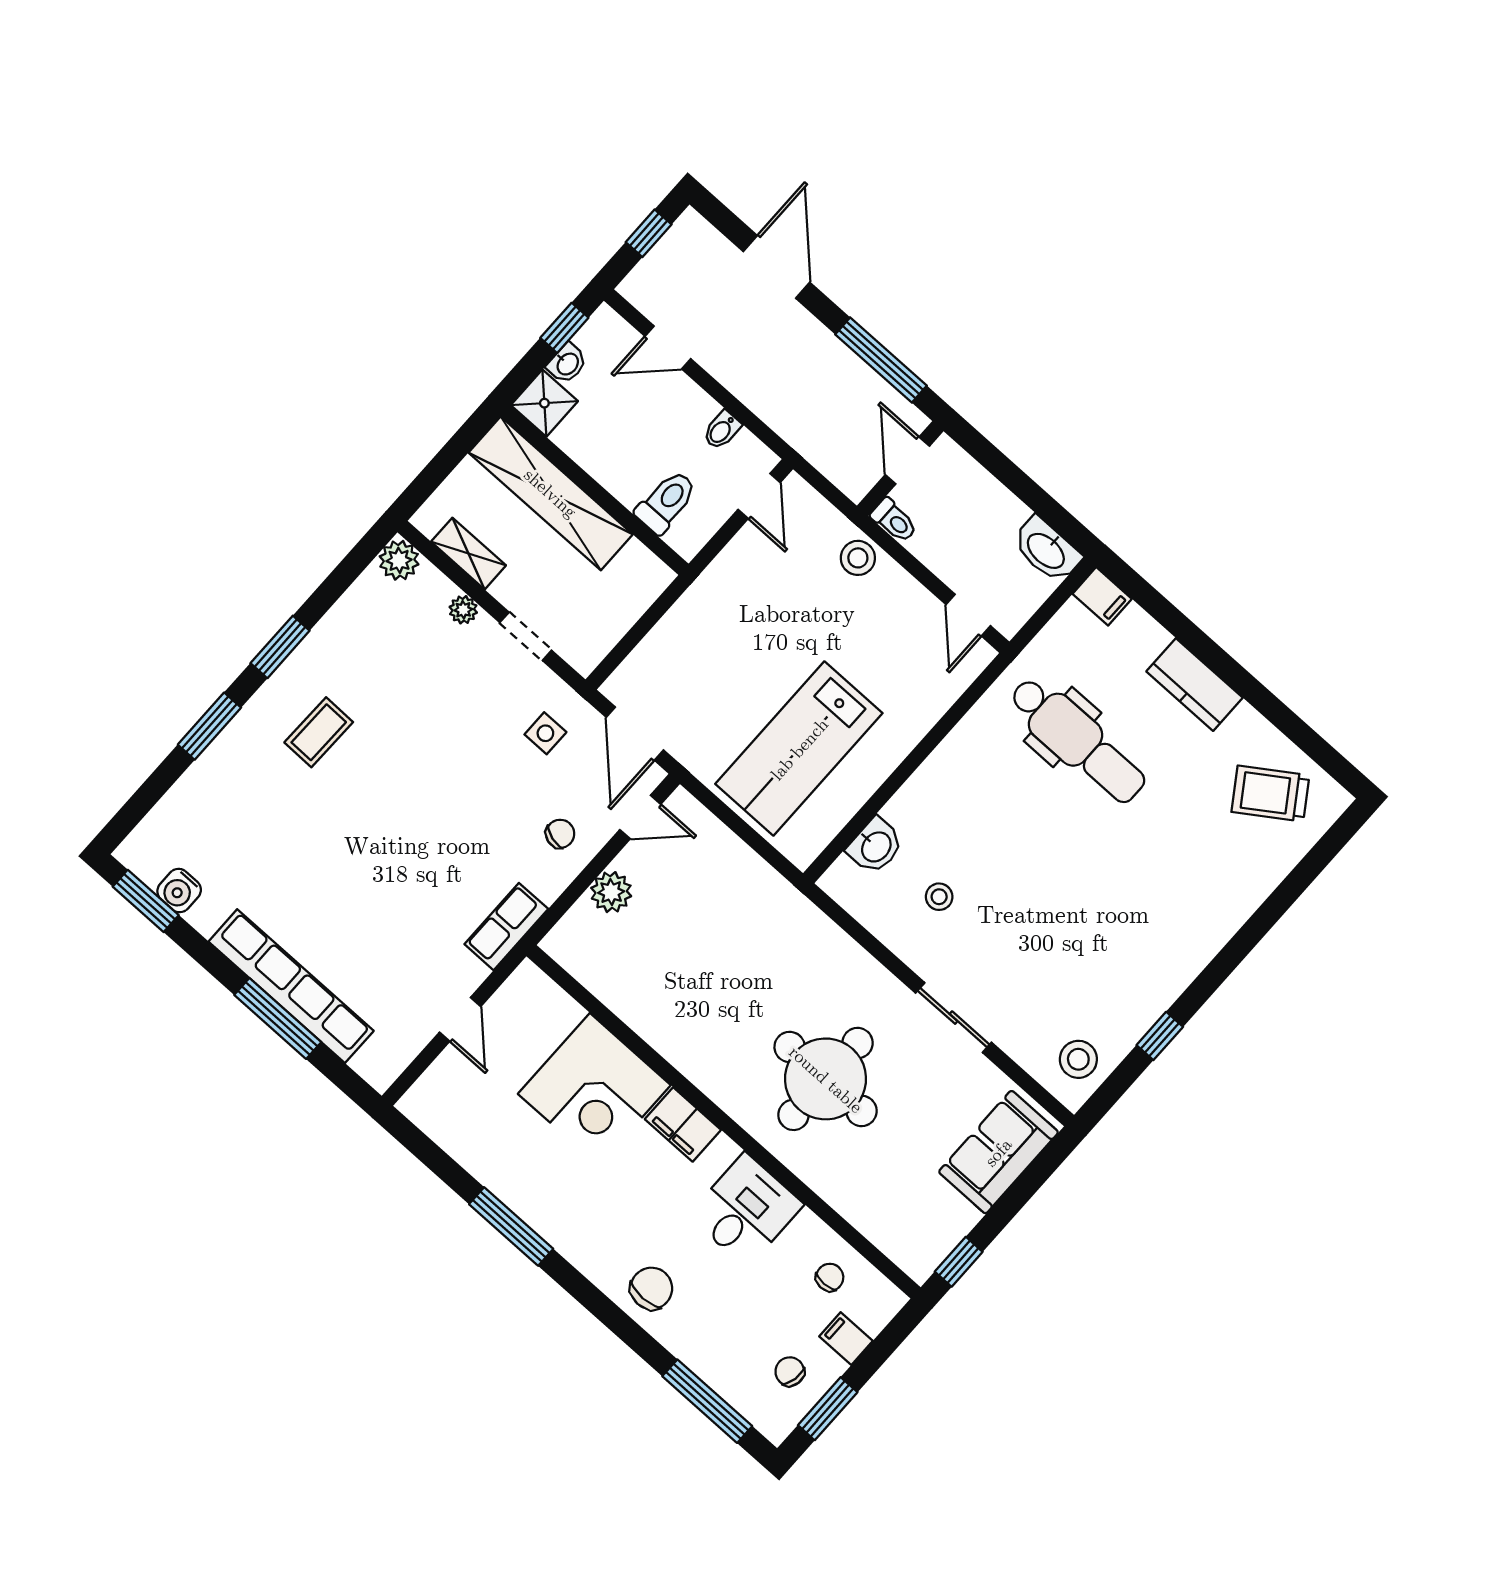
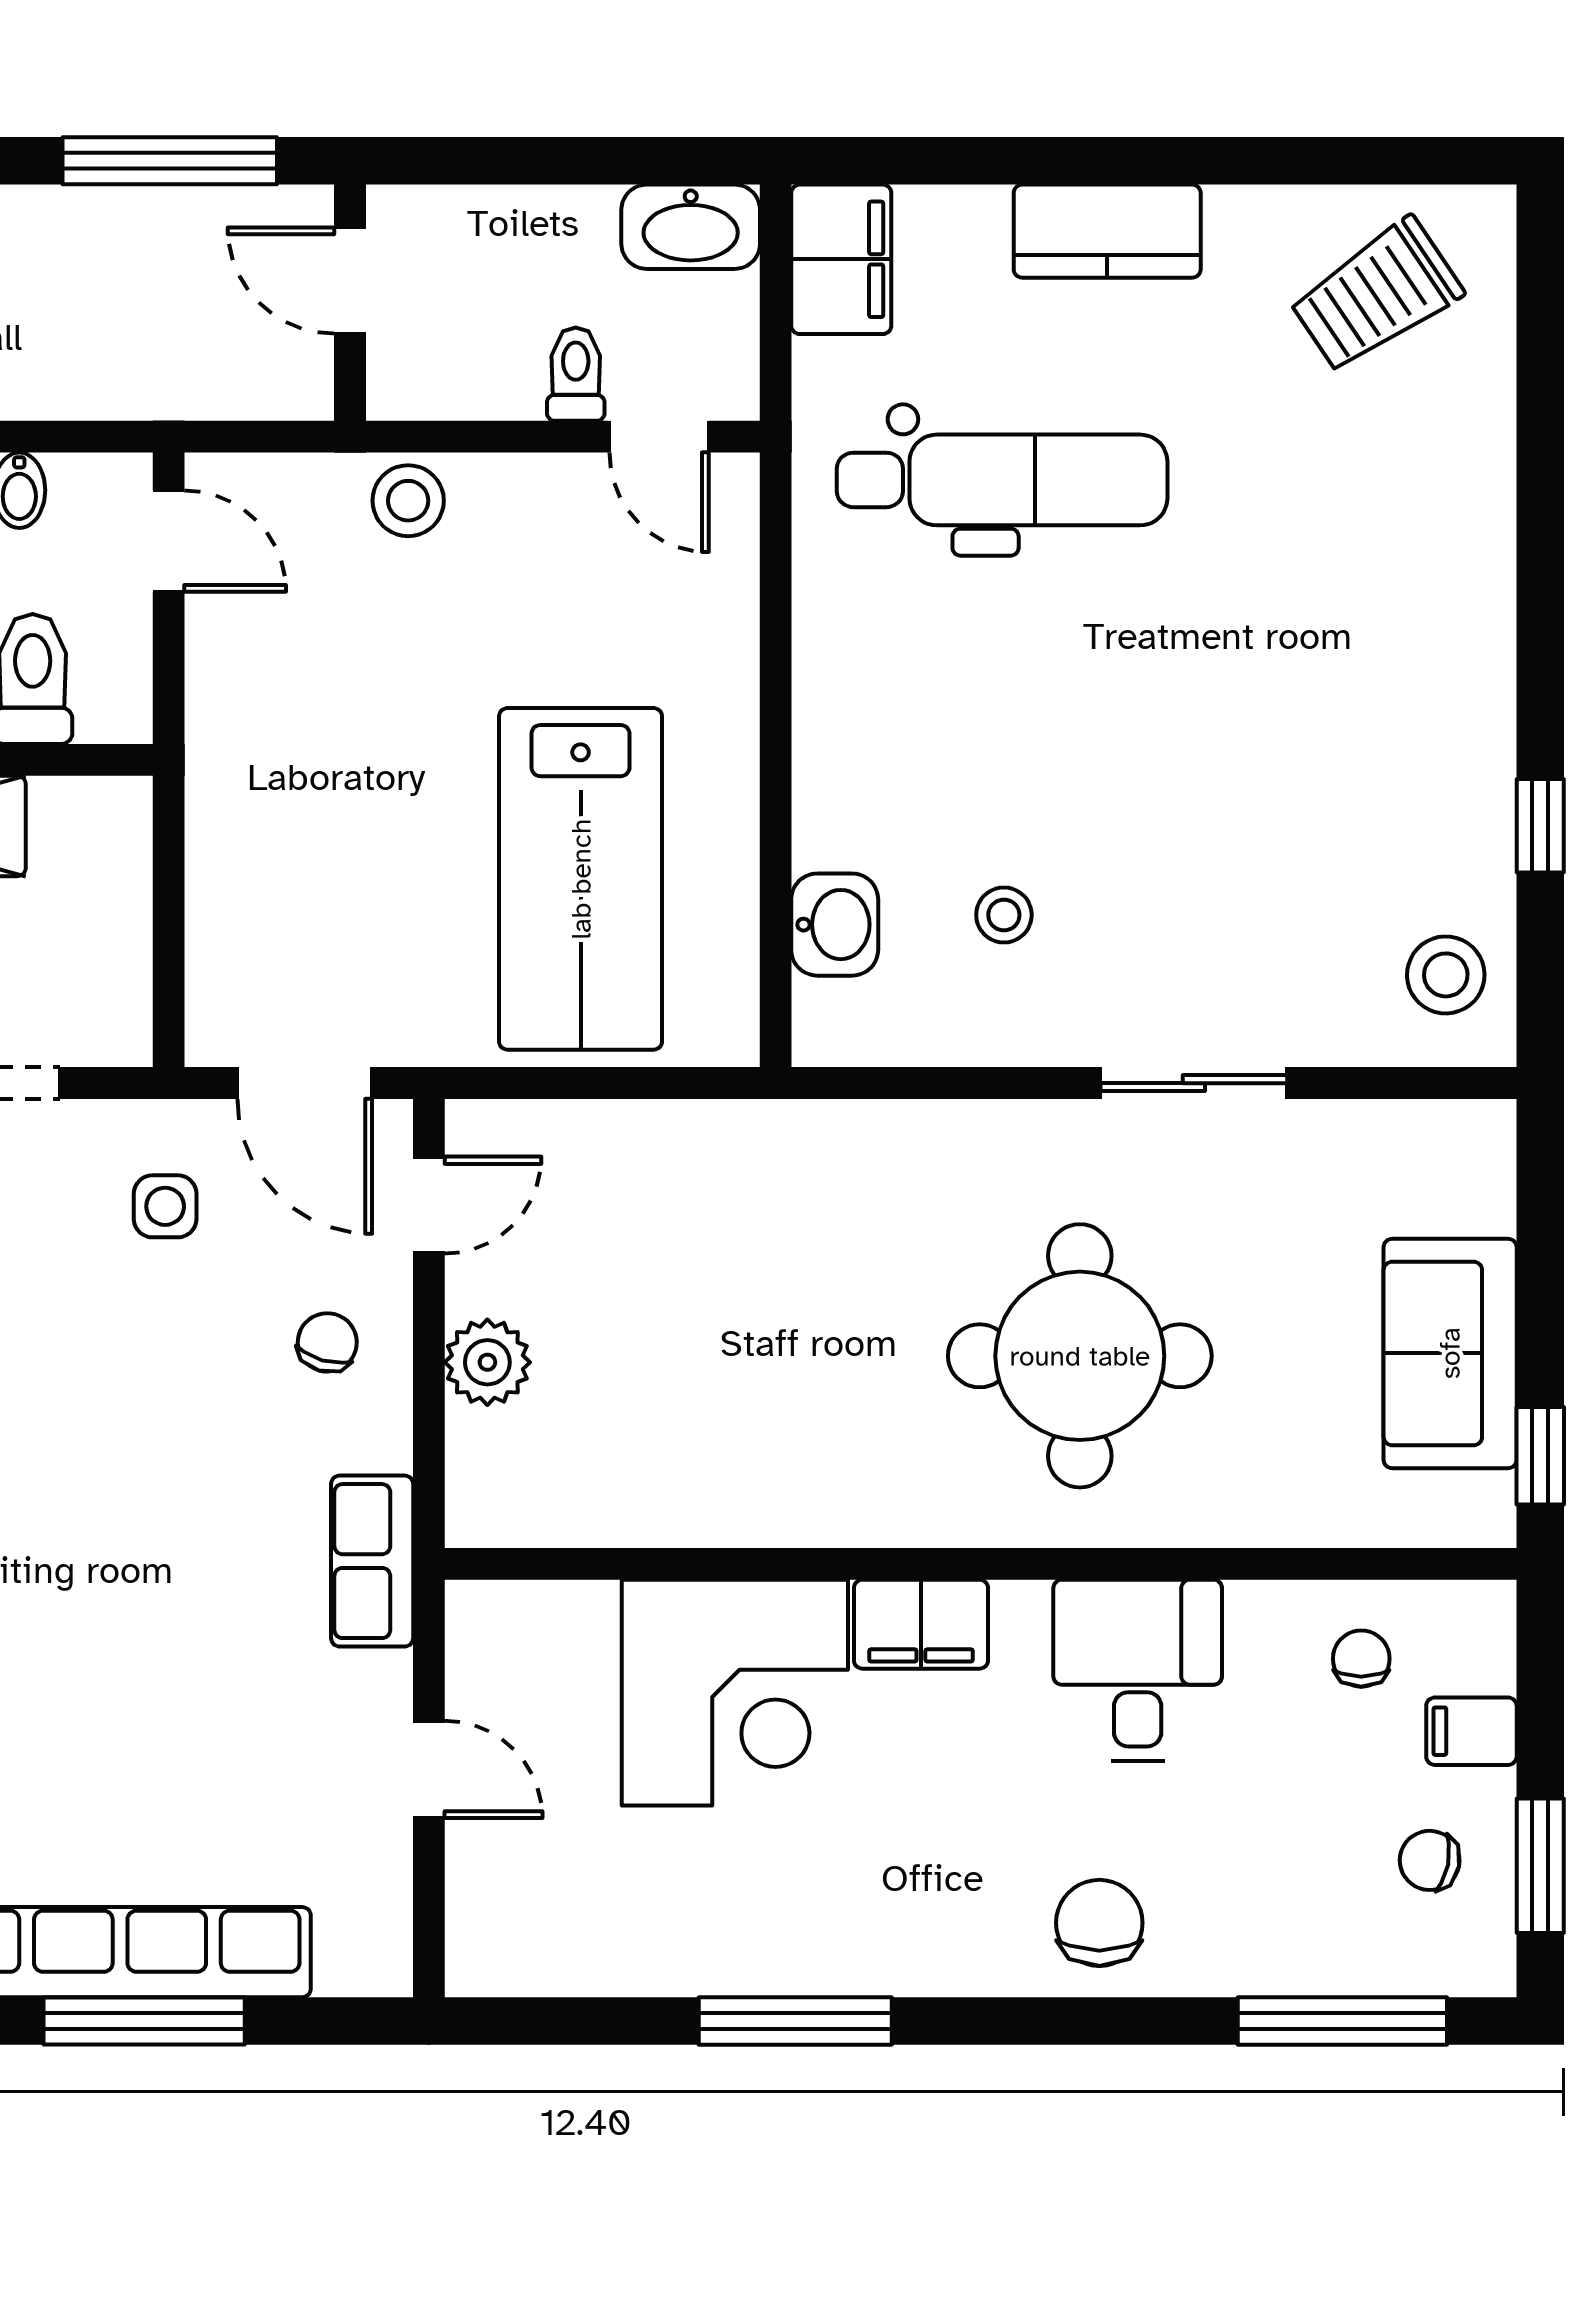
toilet: (894, 520) -> (576, 374), moved, turned -90
filing cabinet: (1102, 596) -> (841, 259), width x2.00
sofa: (998, 1152) -> (1450, 1353), moved

